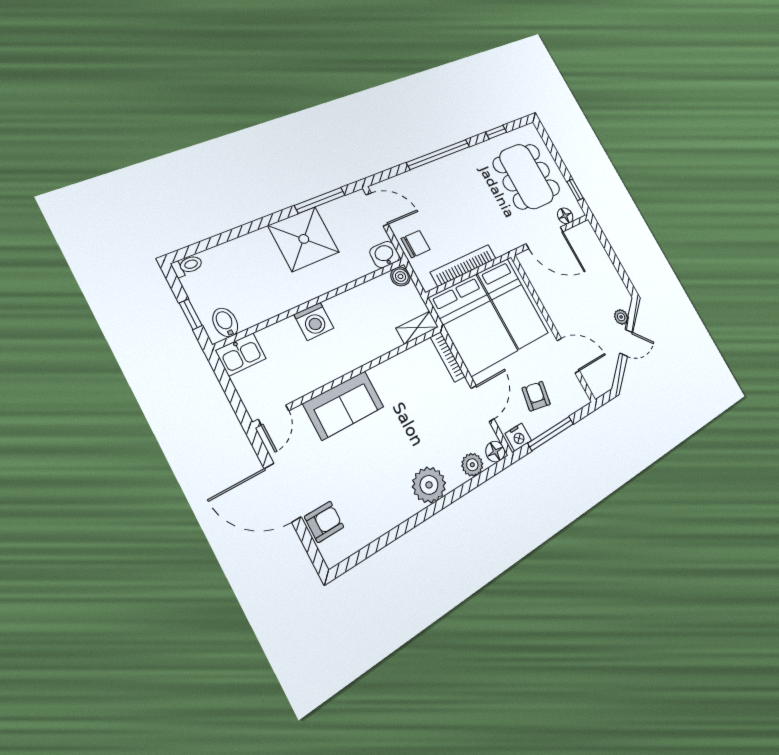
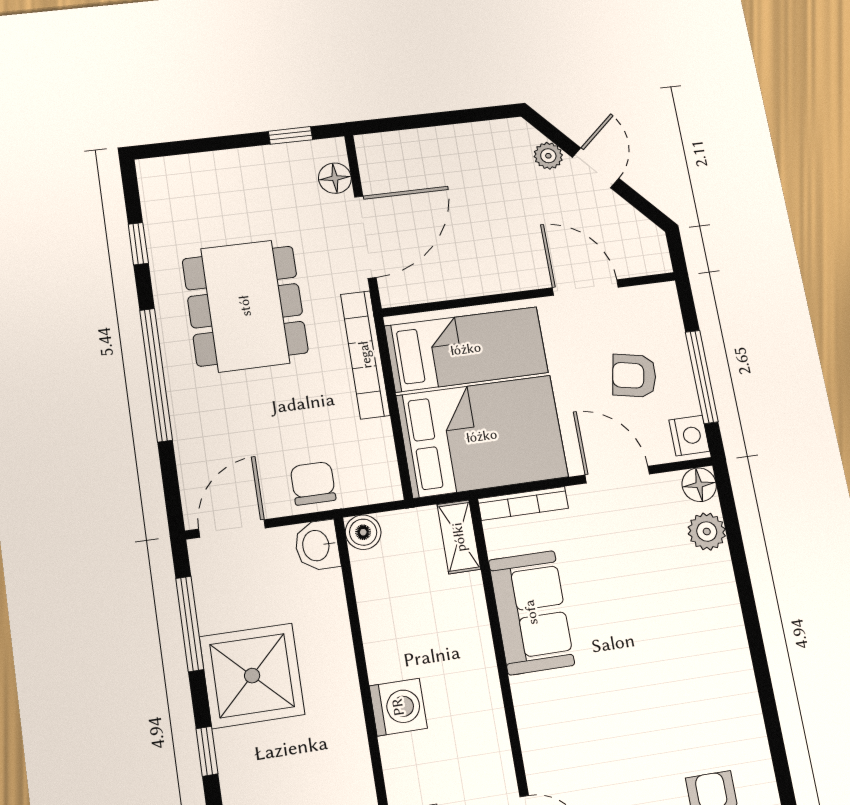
dining table: (527, 176) -> (245, 306), moved, turned 90
window: (254, 226) -> (207, 751), added
bookcase: (464, 265) -> (365, 355), moved
door: (568, 356) -> (585, 287), hinge flipped
sofa: (344, 405) -> (531, 612), moved
plant: (429, 485) -> (714, 615), removed

